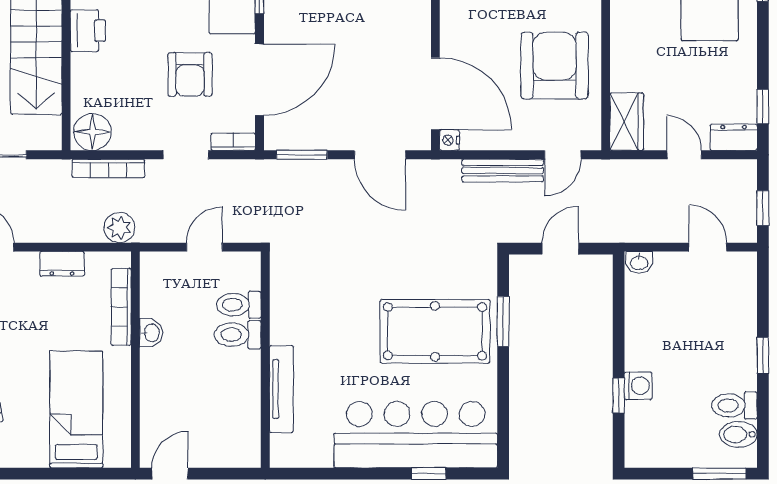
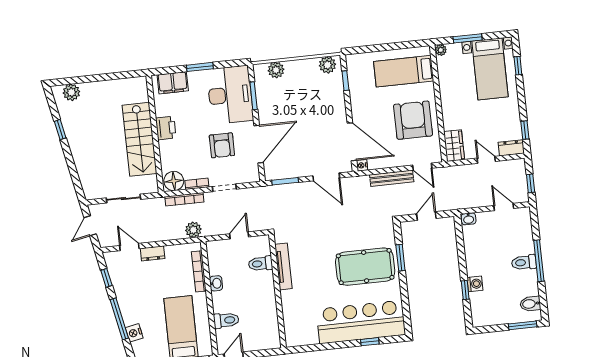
bookcase: (233, 142) -> (197, 184), moved
door: (563, 155) -> (422, 167), hinge flipped
dresser: (62, 264) -> (153, 253), moved
toilet: (238, 335) -> (226, 320), moved, turned 180
window: (763, 355) -> (539, 261), width x2.17
tv unit: (281, 389) -> (283, 266), moved
toilet: (734, 405) -> (524, 262), moved

